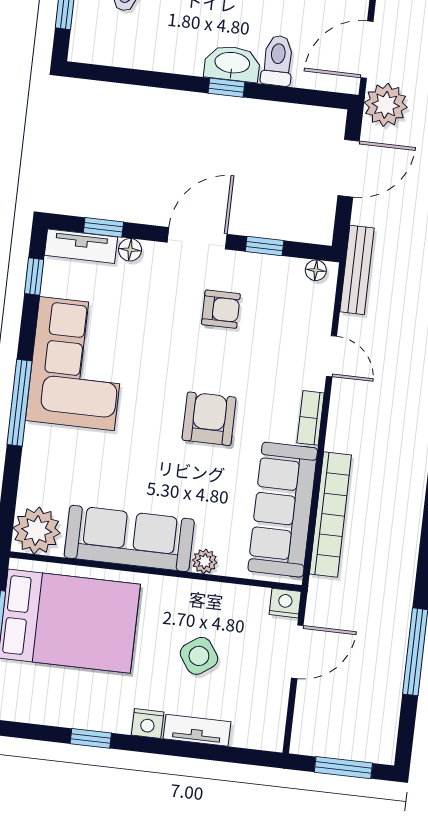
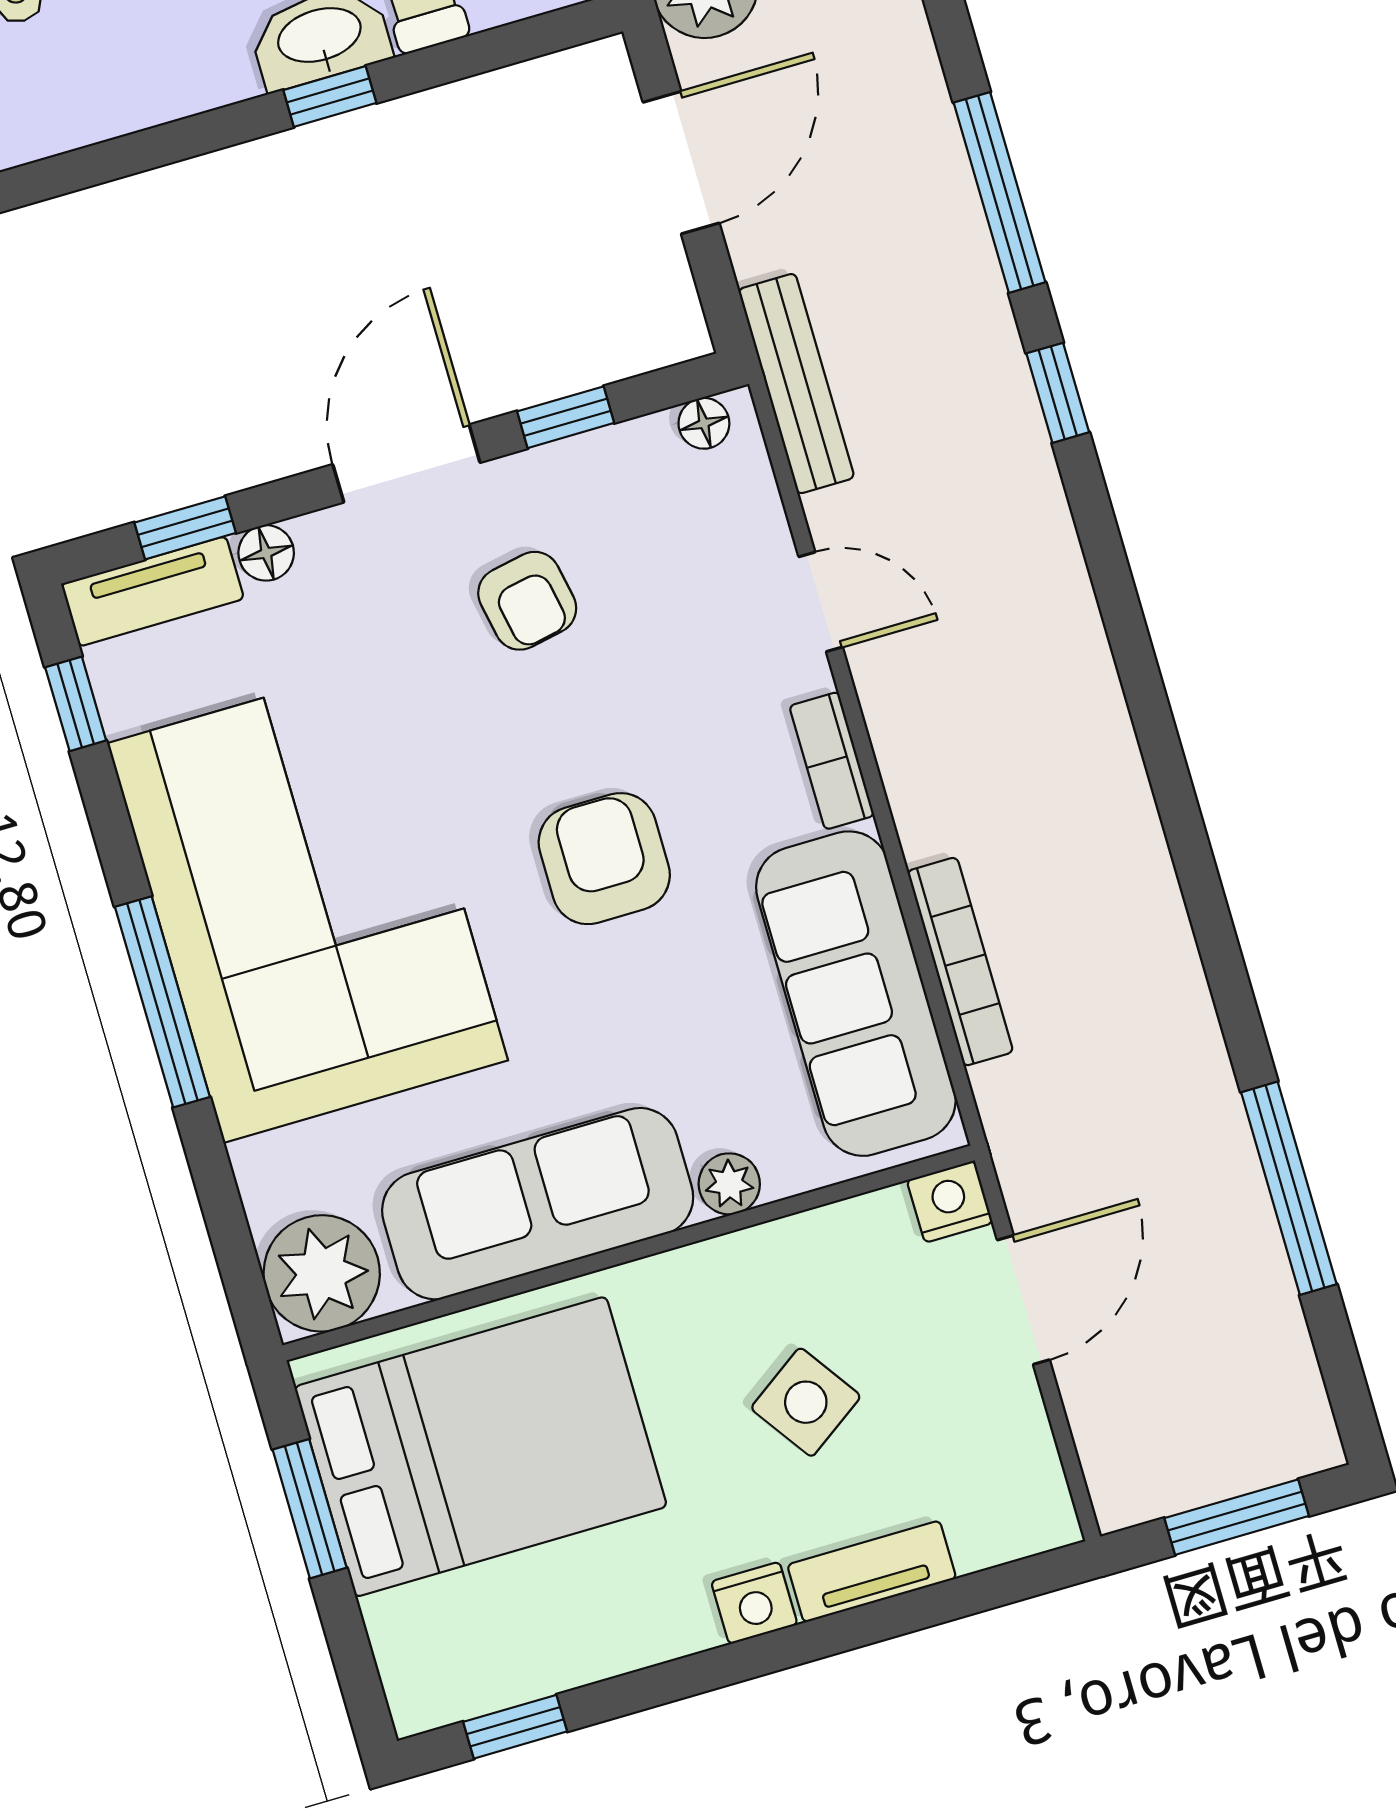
armchair: (221, 309) -> (527, 601), turned 79
corner sofa: (77, 364) -> (308, 902), width x1.36, depth x1.36
bookcase: (330, 514) -> (960, 962), width x0.68, depth x0.76
window: (91, 738) -> (515, 1727), moved

